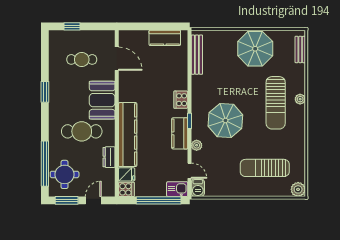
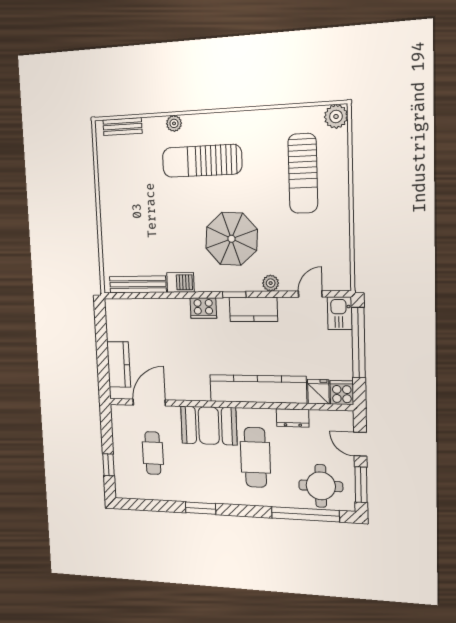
kitchen counter: (165, 38) -> (119, 364), moved
parasol: (255, 49) -> (125, 196), removed
plant: (300, 99) -> (174, 123), moved
sun lounger: (276, 103) -> (202, 161), turned 180
barbecue: (198, 188) -> (180, 282), moved

